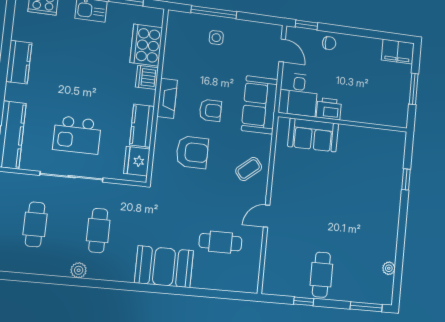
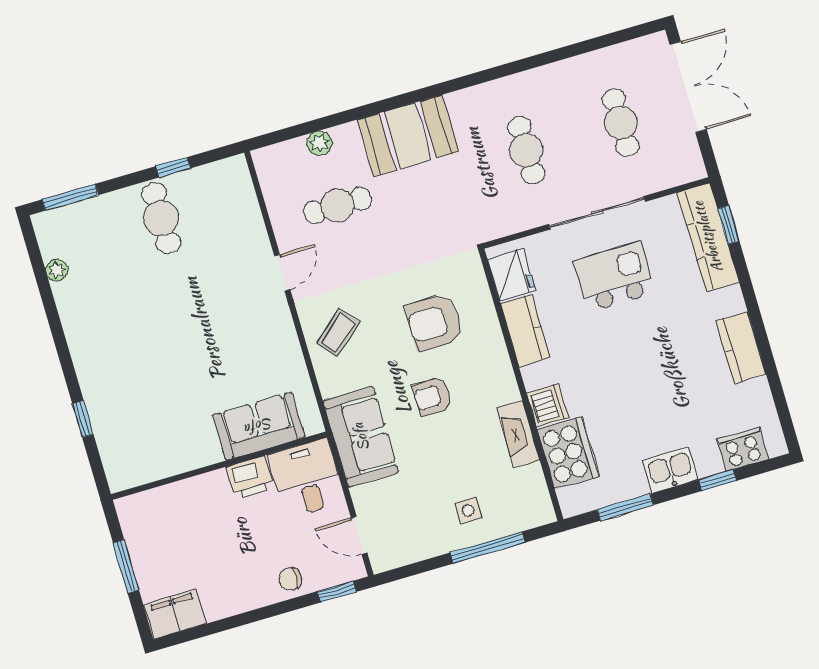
fireplace: (167, 98) -> (518, 434), moved
plant: (79, 270) -> (320, 143), moved

